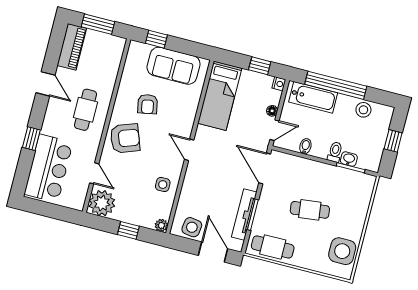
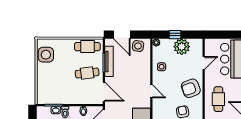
door: (94, 173) -> (204, 63), swing flipped
plant: (102, 203) -> (182, 47), moved
cafe table: (310, 210) -> (87, 73), moved

